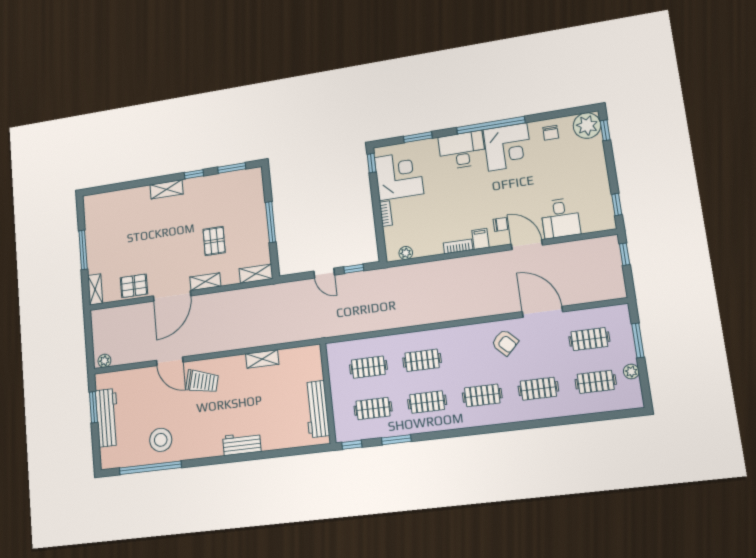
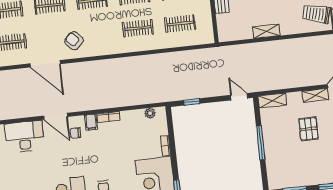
desk: (560, 218) -> (25, 137), width x1.37
door: (324, 273) -> (239, 97), moved

